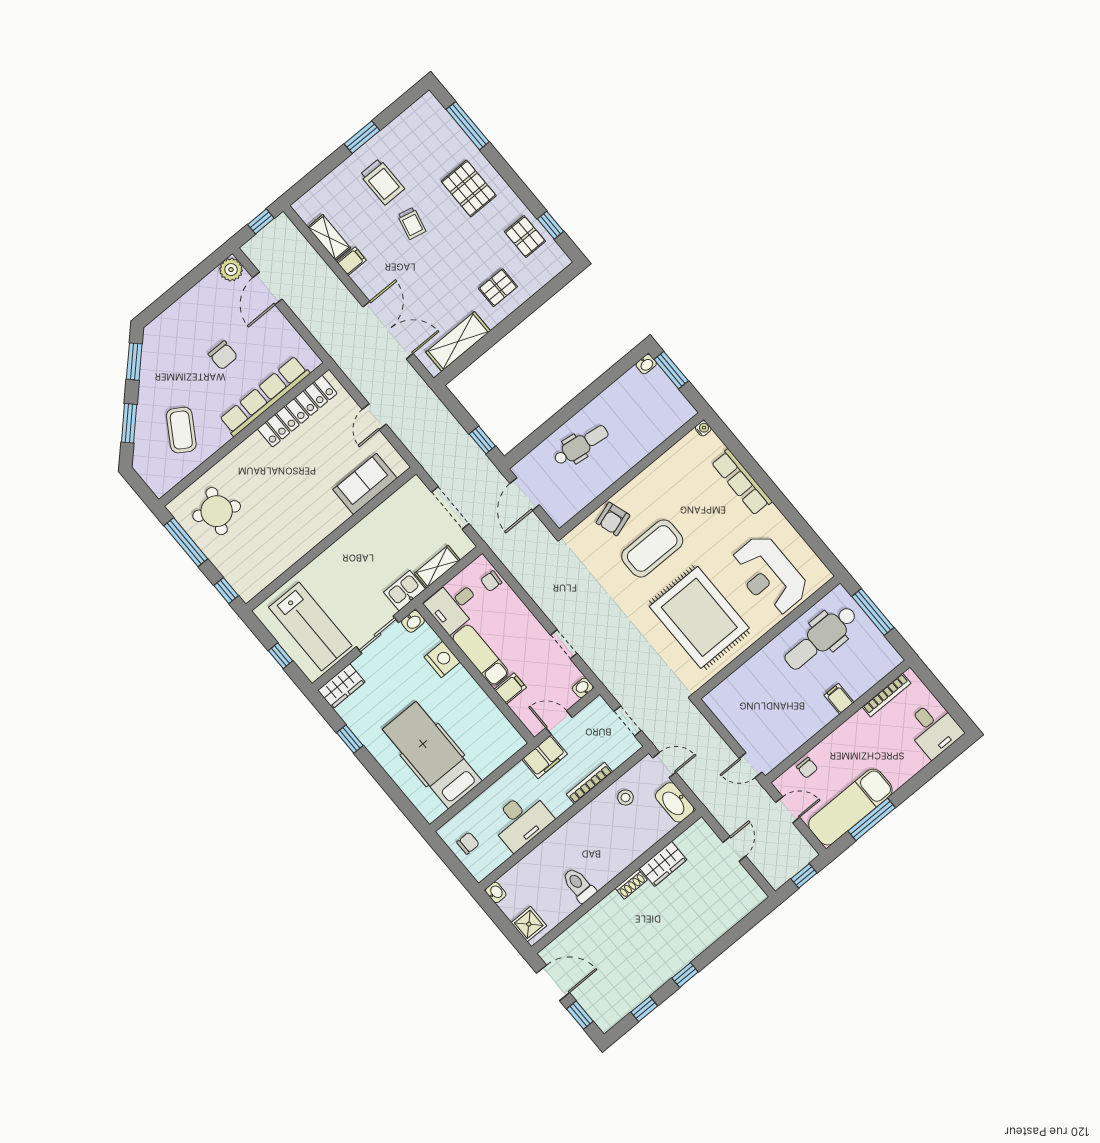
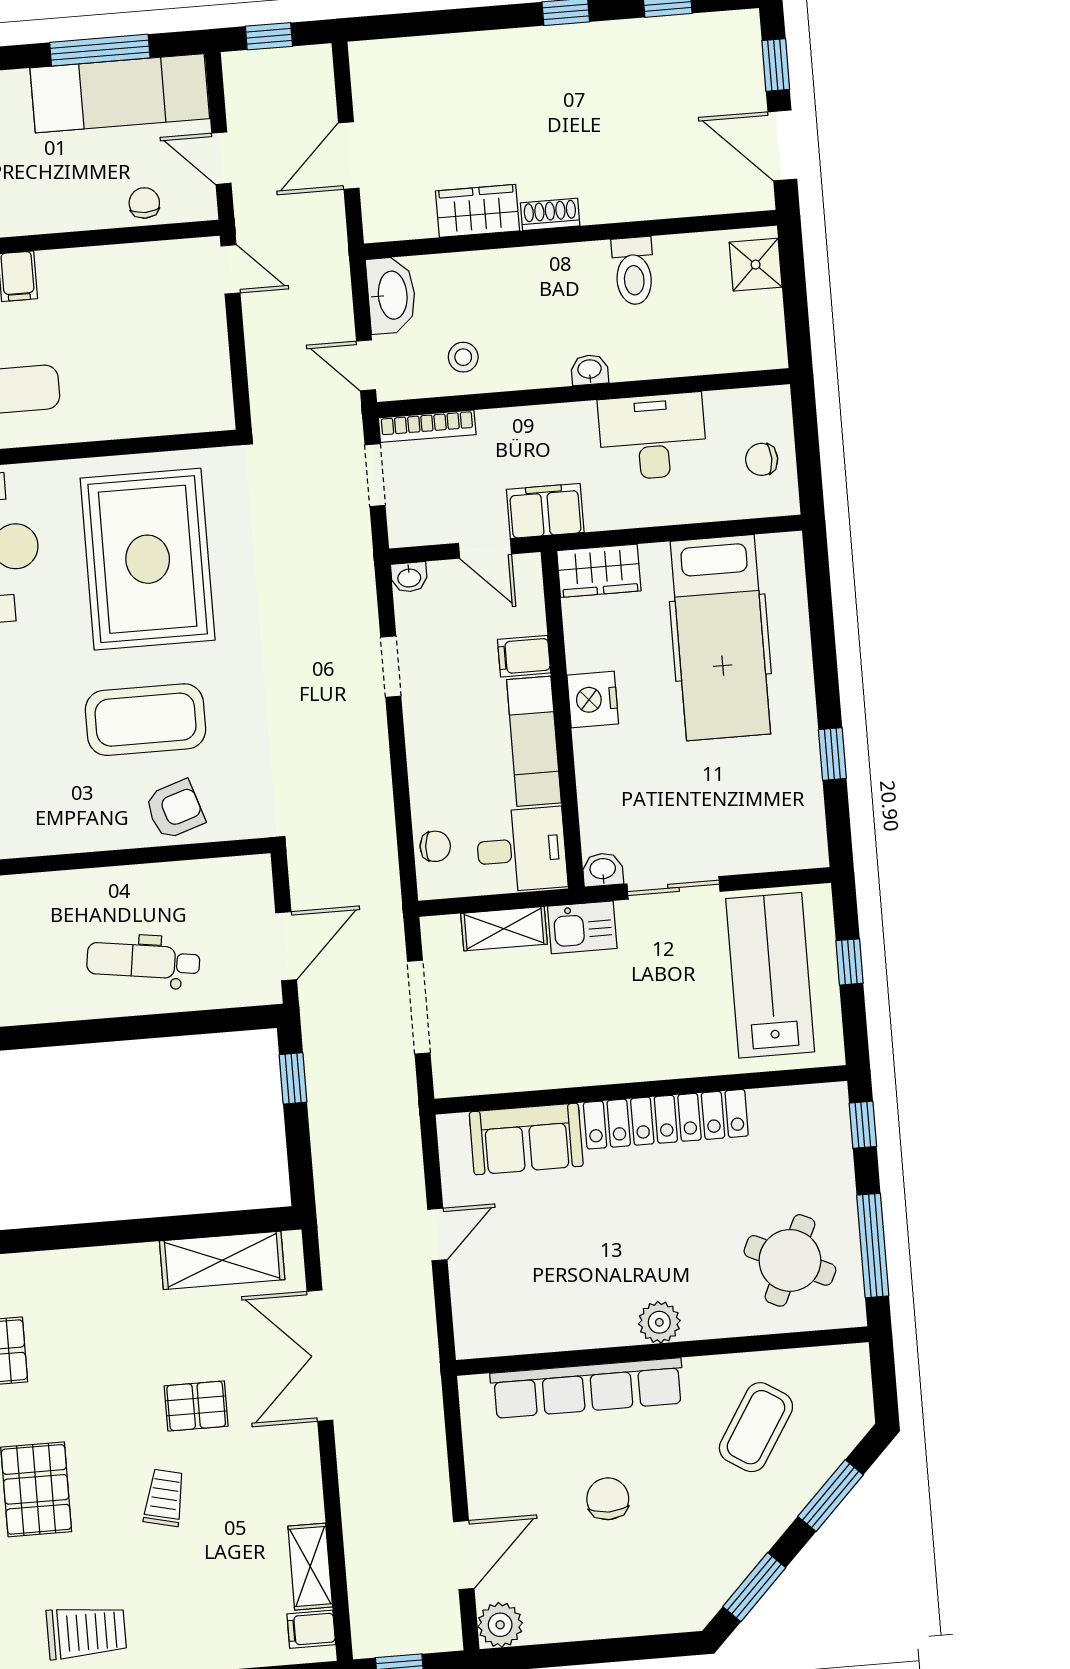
trolley: (382, 182) -> (86, 1632), moved, turned 90
filing cabinet: (352, 261) -> (311, 1629), moved
pallet: (498, 288) -> (196, 1406), moved
locker: (297, 411) -> (666, 1119), moved, turned 180
plant: (254, 446) -> (659, 1322), added
nightstand: (442, 659) -> (593, 699), moved
wardrobe: (341, 686) -> (599, 571), moved, turned 180
bookcase: (589, 783) -> (427, 426), moved
door: (734, 849) -> (349, 155), width x1.38
washbasin: (496, 892) -> (590, 370), moved, turned 90

